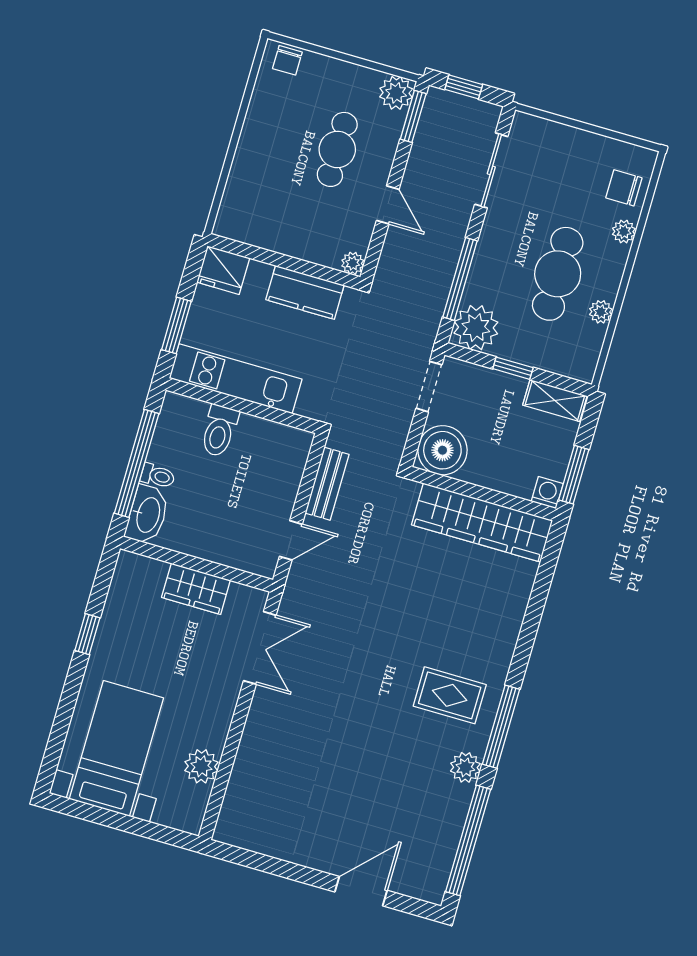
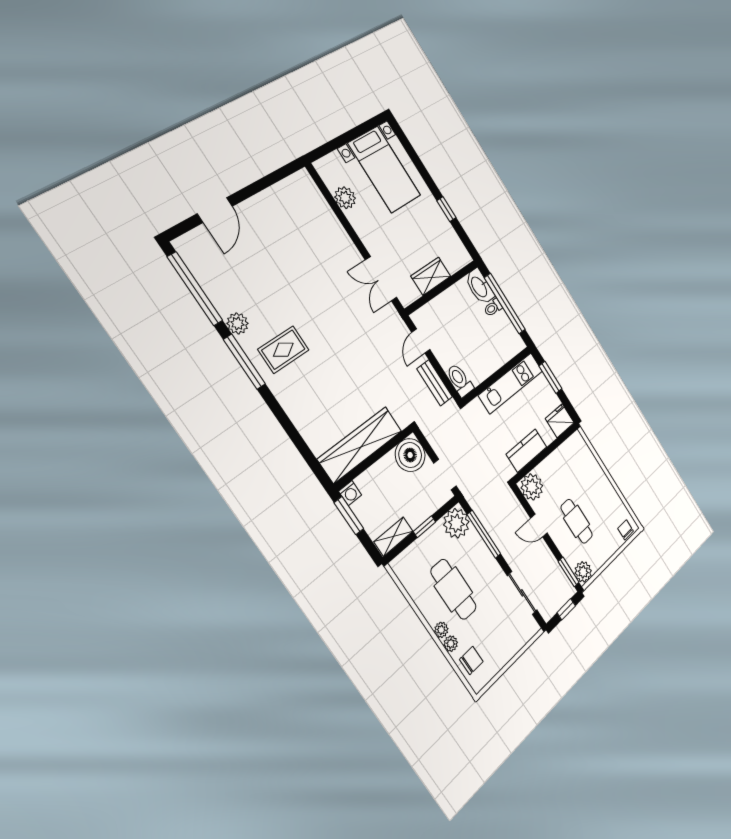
plant: (353, 263) -> (532, 487), width x1.88, depth x1.88
plant: (601, 312) -> (441, 630), moved
toilet: (219, 431) -> (460, 380), moved

